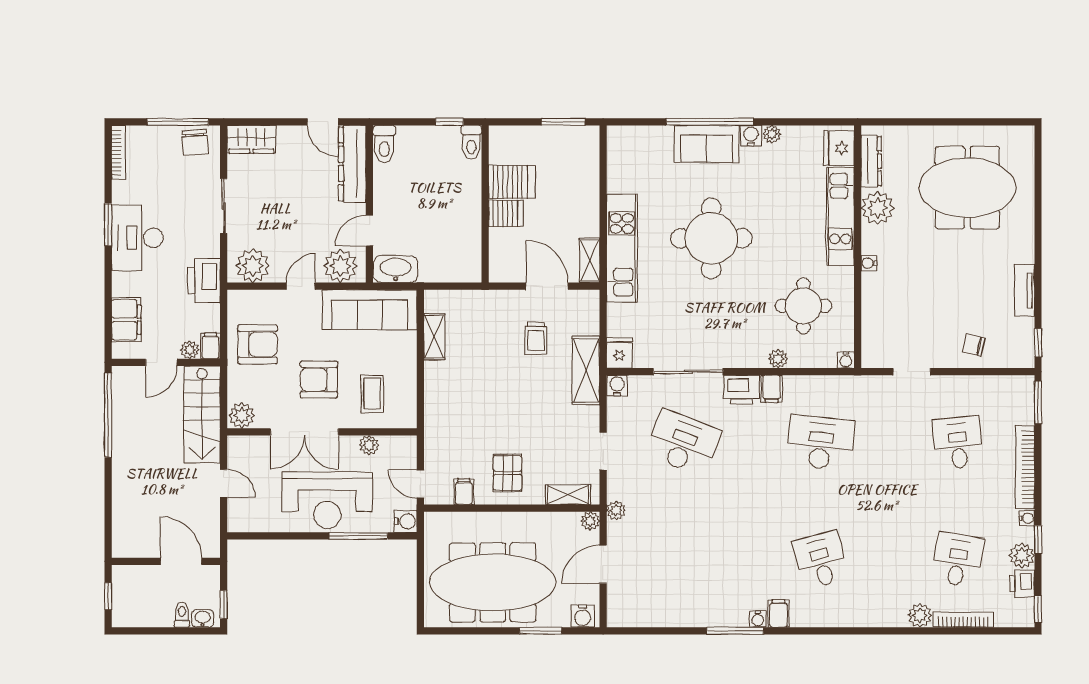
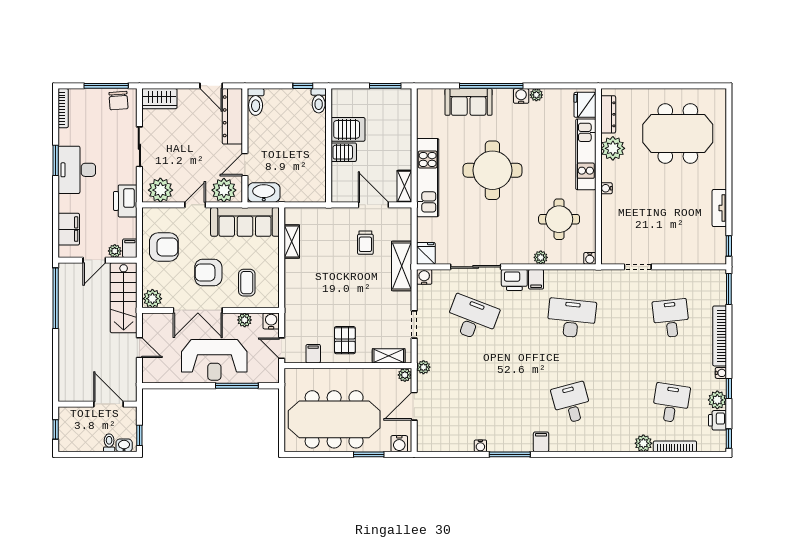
sofa: (706, 144) -> (469, 102), moved
chair: (974, 345) -> (682, 248), removed
water cooler: (406, 521) -> (271, 321), moved, turned -90
water cooler: (758, 619) -> (480, 446), moved

